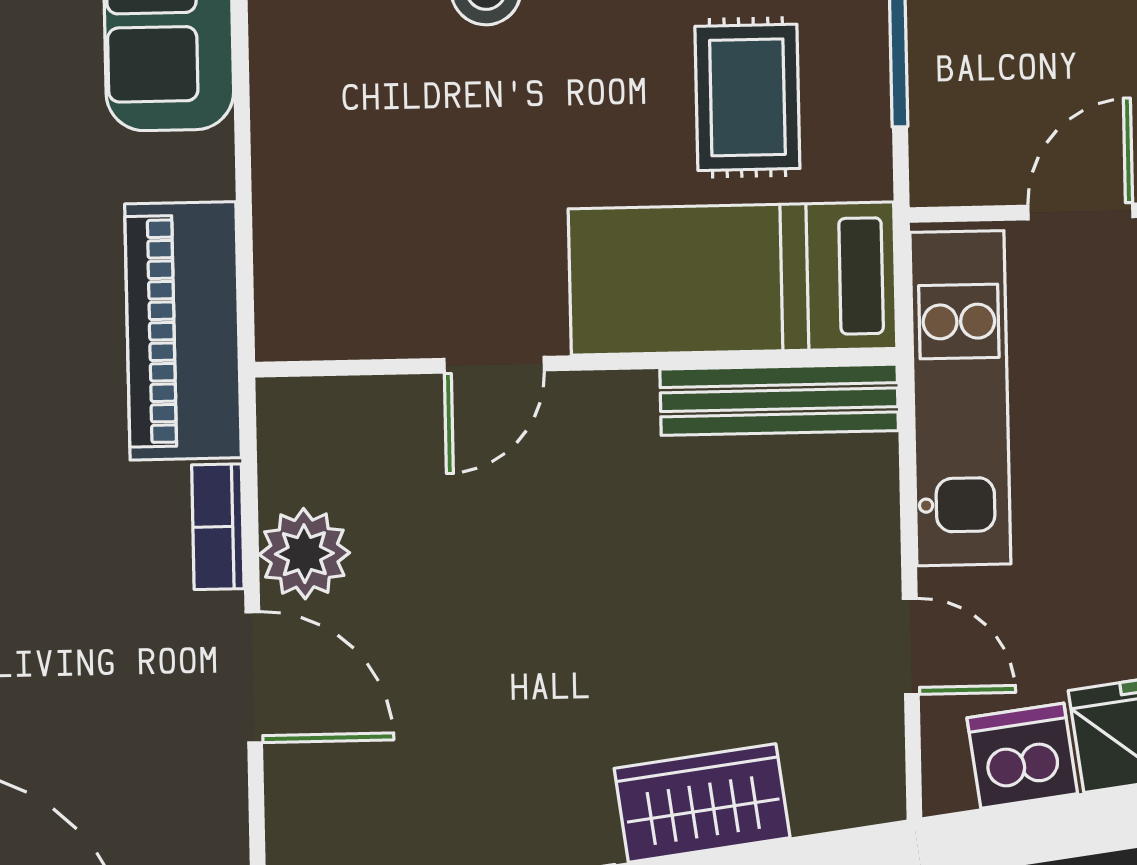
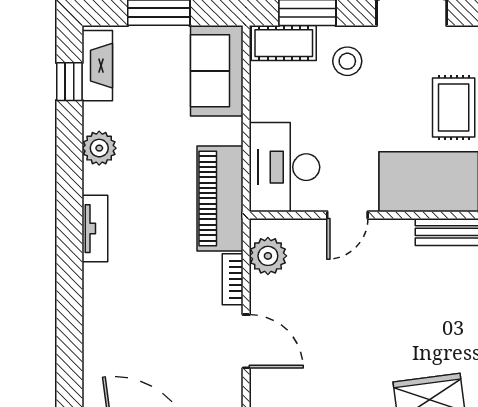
desk: (338, 251) -> (284, 167), added
plant: (304, 554) -> (268, 256), moved

